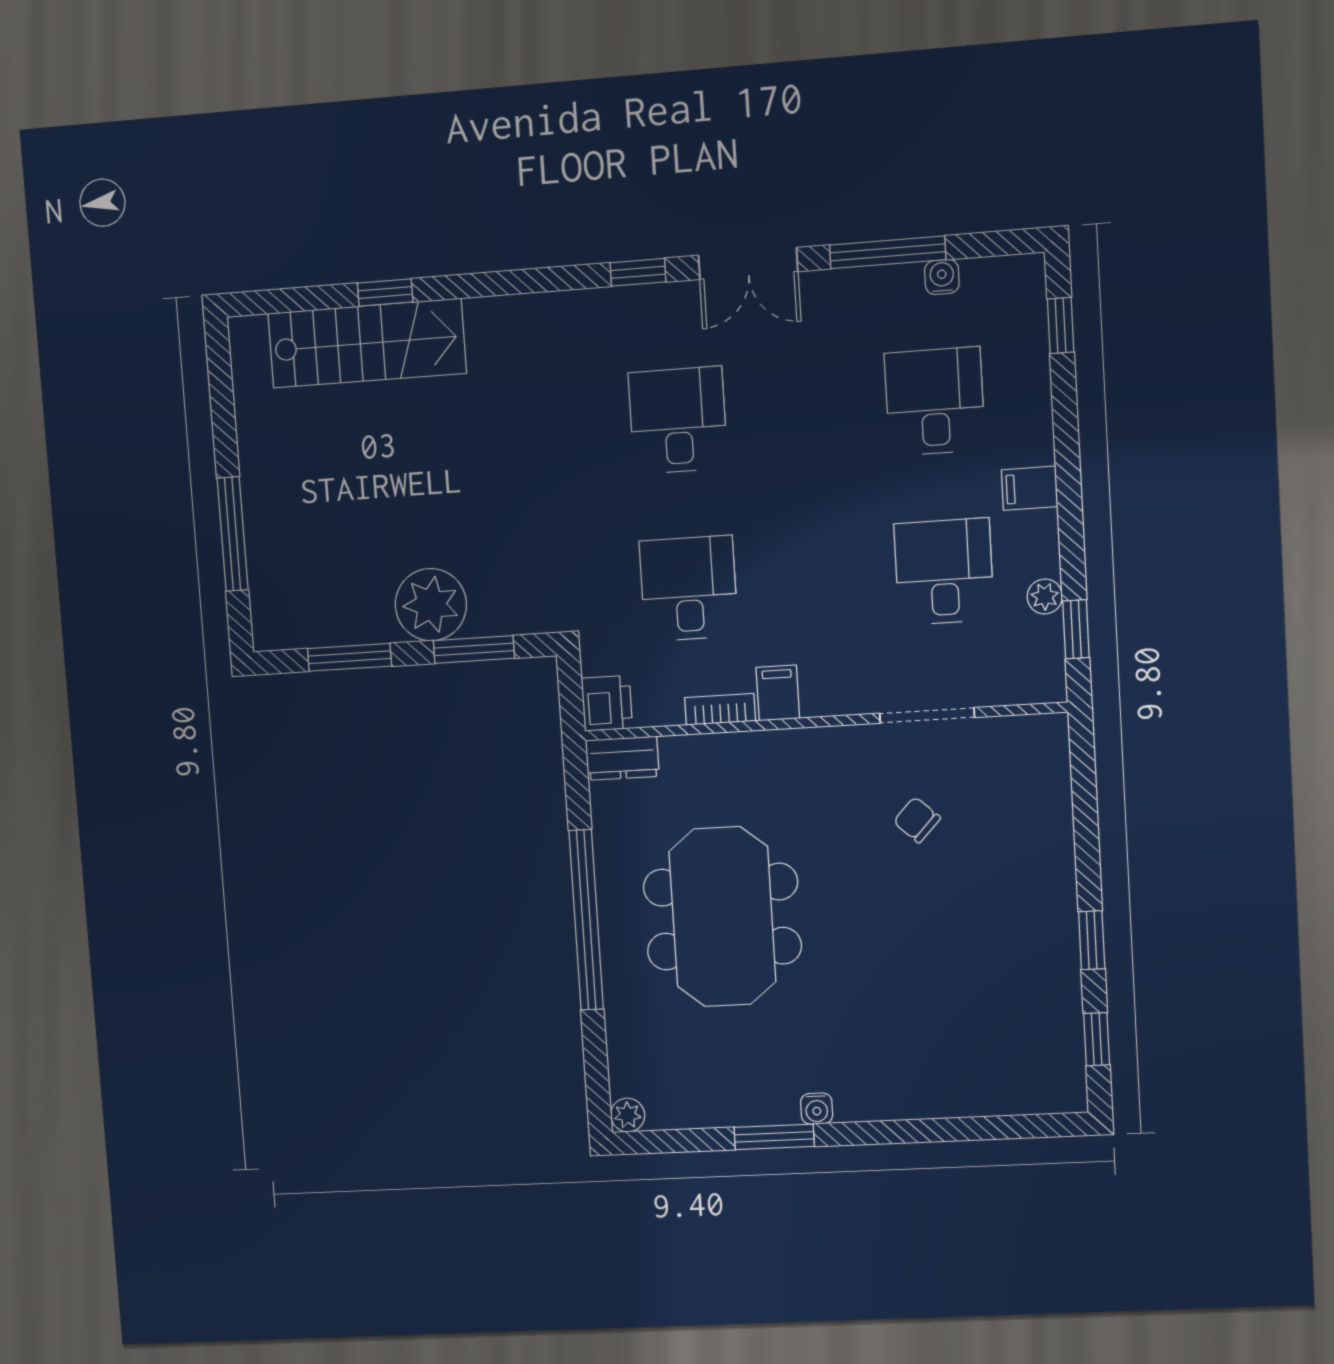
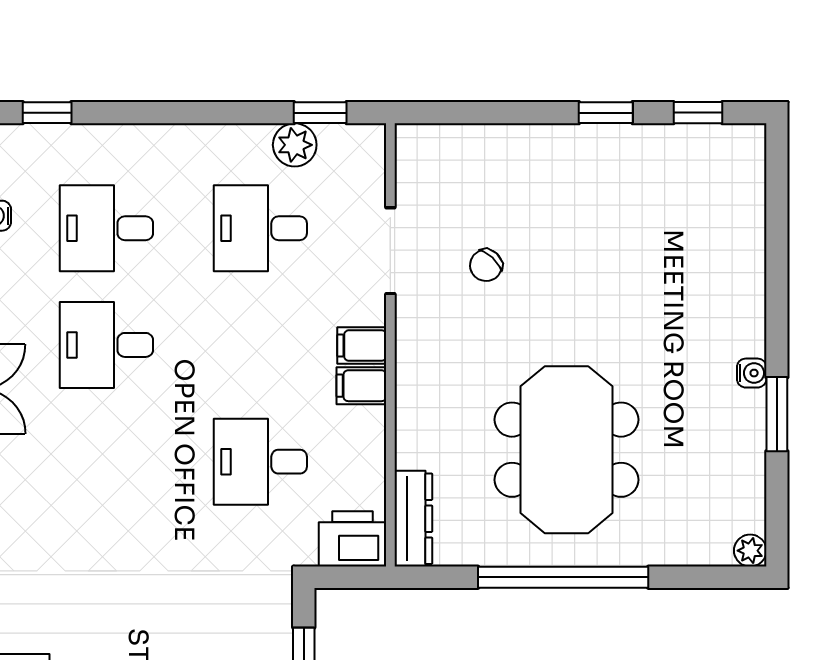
desk: (678, 420) -> (106, 345), moved
filing cabinet: (1030, 488) -> (362, 346), moved, turned 90
plant: (1045, 597) -> (295, 145), width x1.38, depth x1.38
printer: (607, 703) -> (352, 539), width x1.36, depth x1.24
bookcase: (720, 709) -> (373, 440), removed
dresser: (622, 758) -> (413, 519), width x1.44
meeting table: (722, 917) -> (567, 450), turned 90

